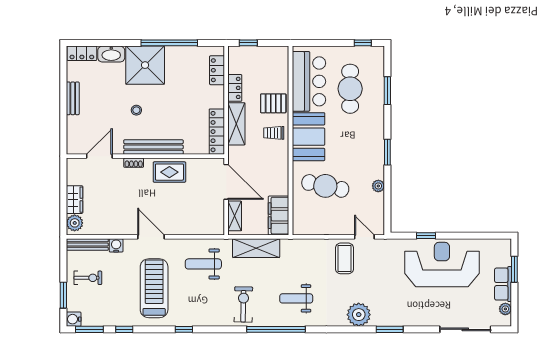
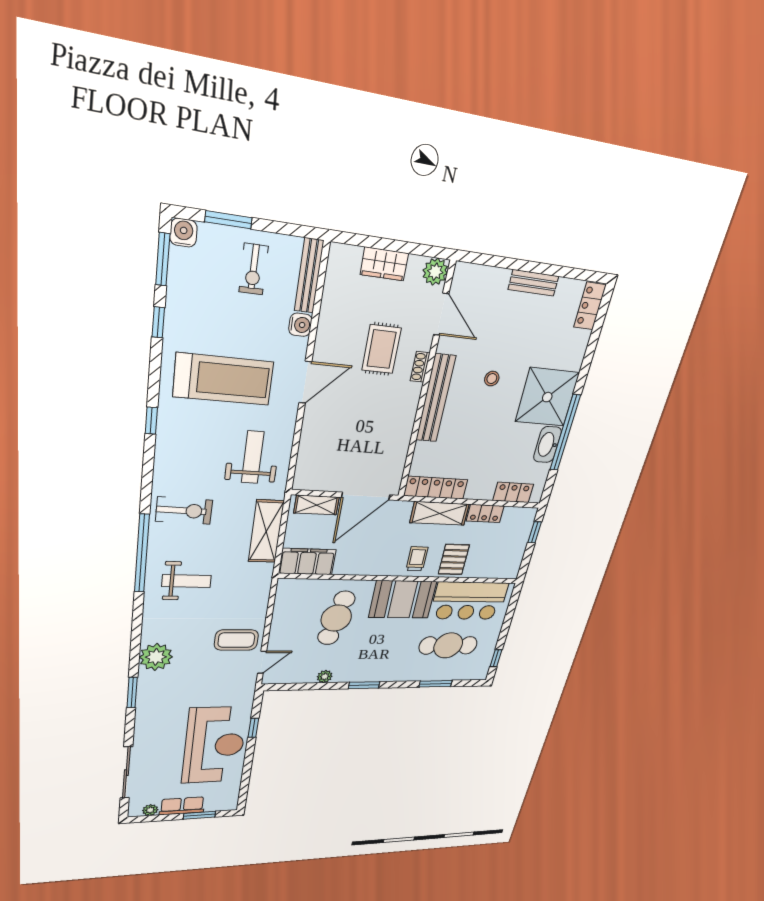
washbasin: (111, 54) -> (547, 445), moved
rug: (169, 172) -> (381, 349), moved
plant: (75, 223) -> (435, 272), moved
weight bench: (296, 298) -> (186, 581), turned 90

